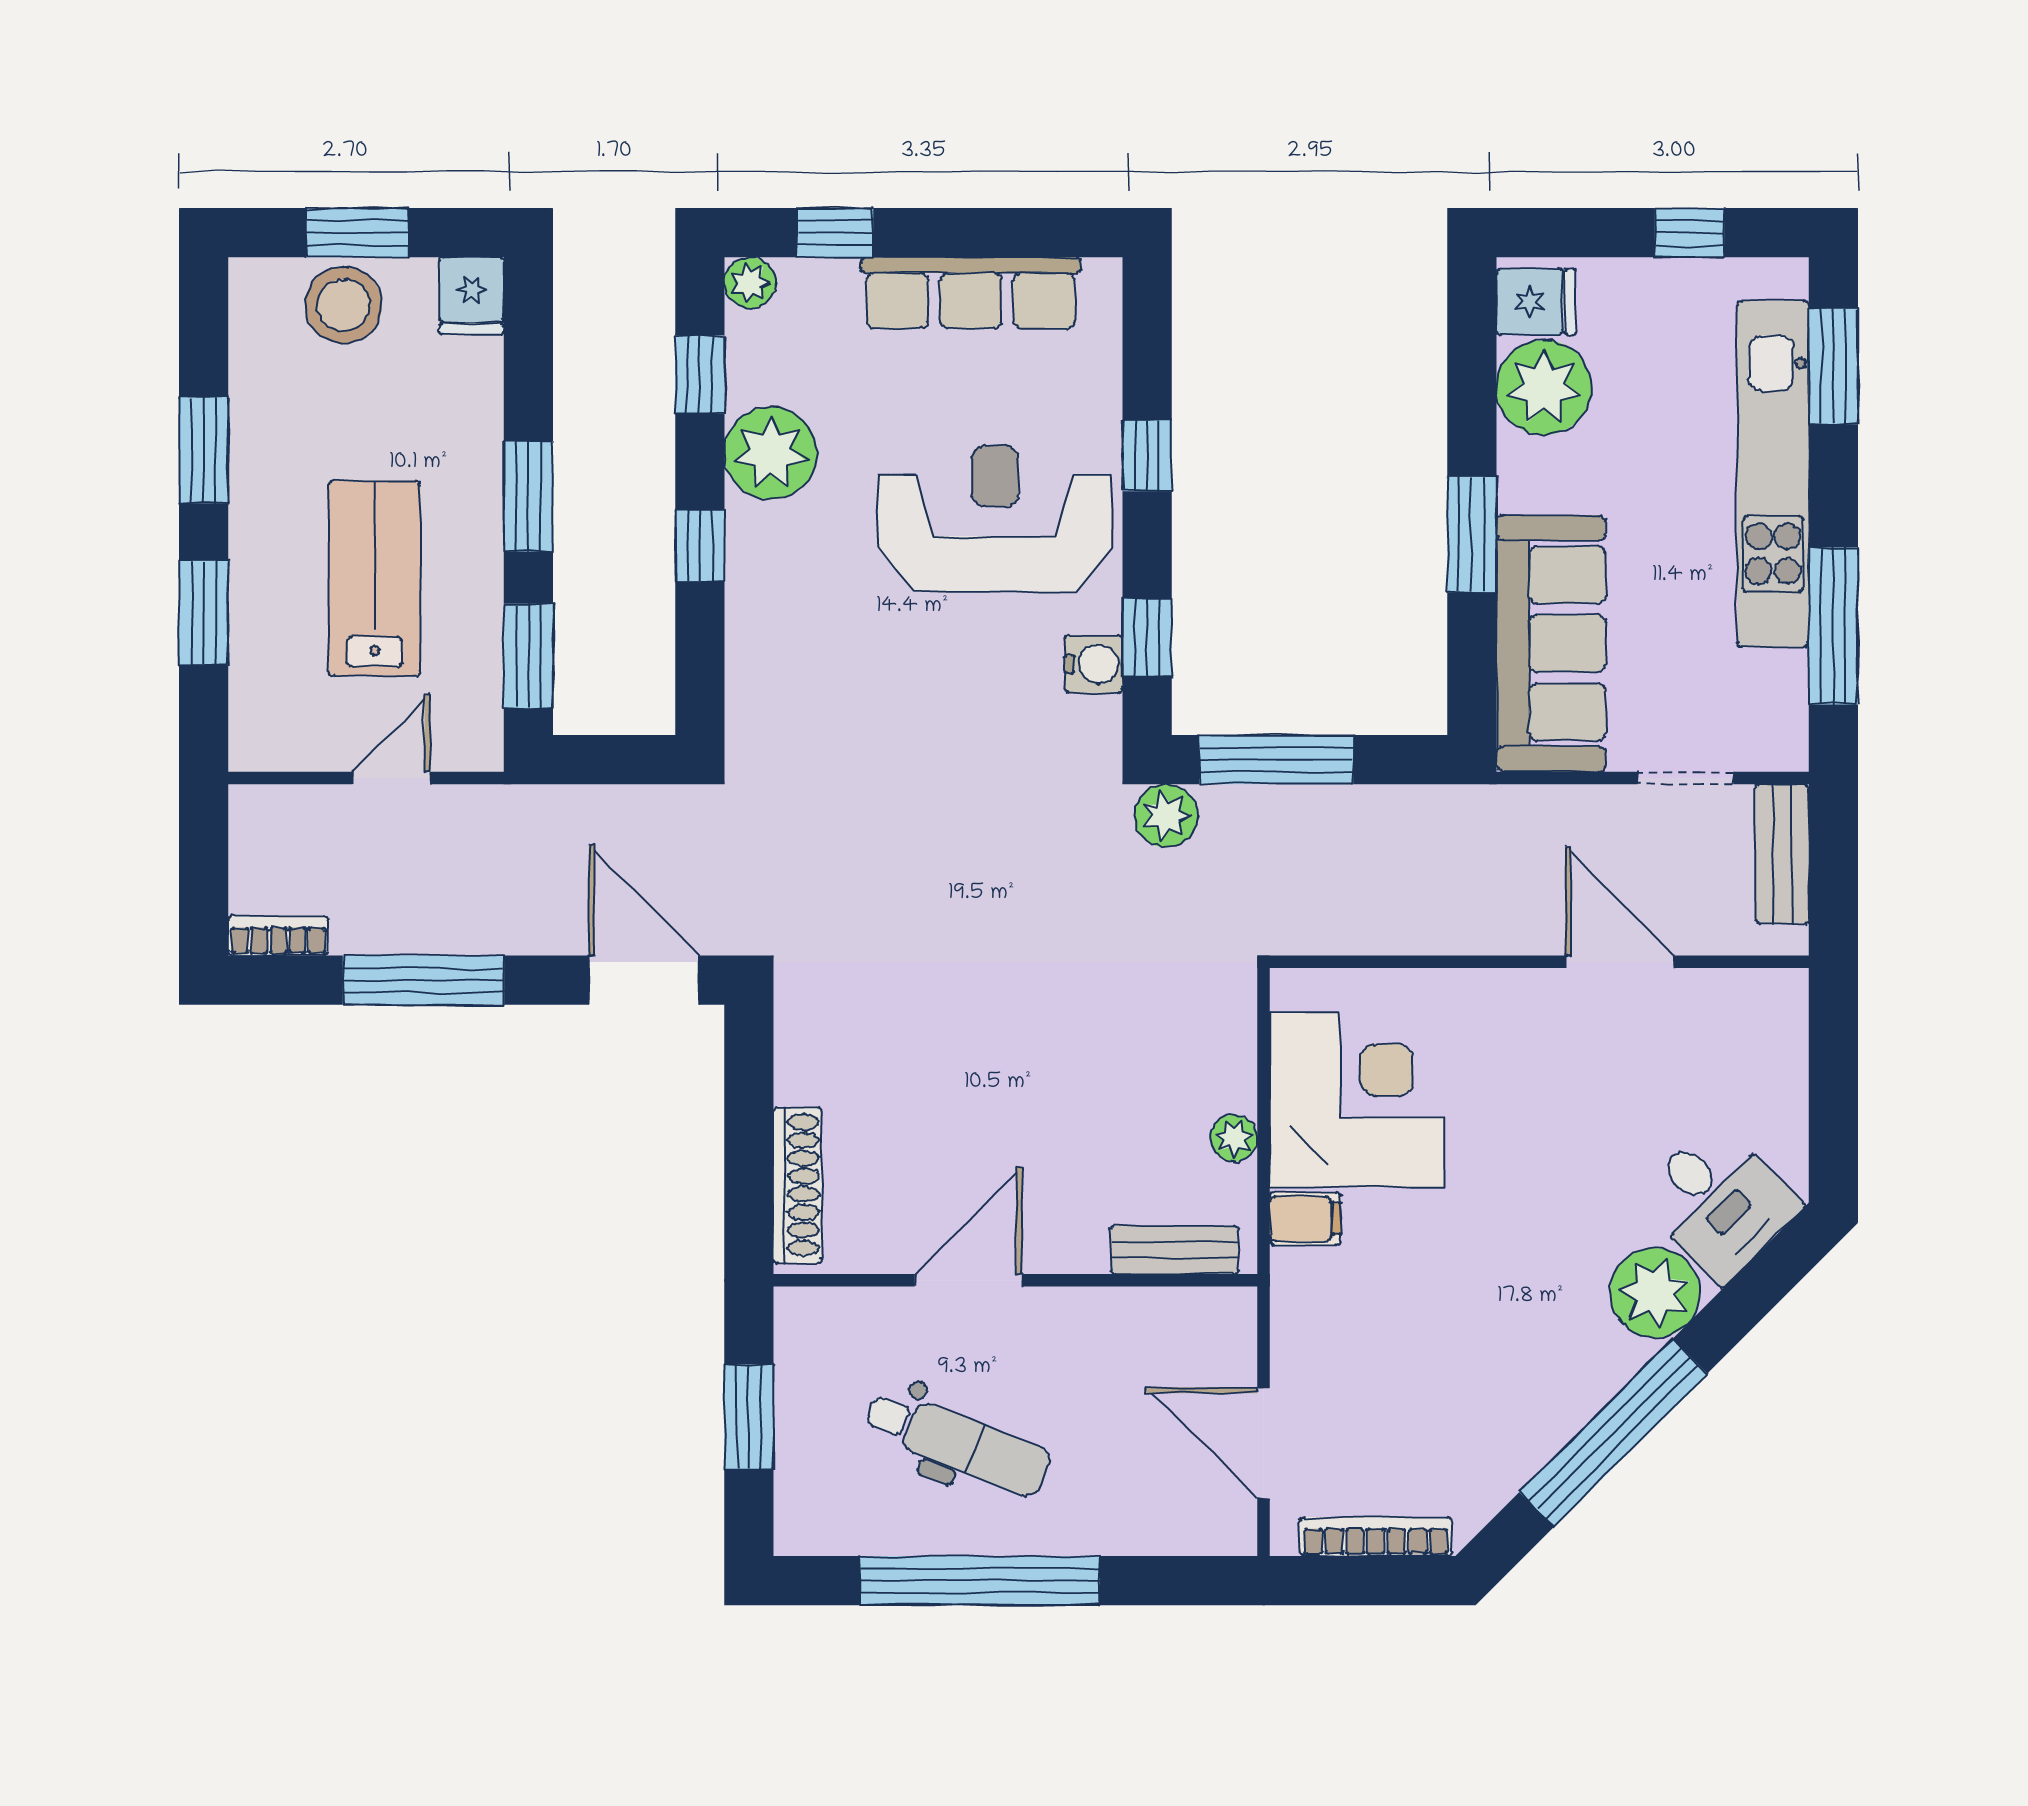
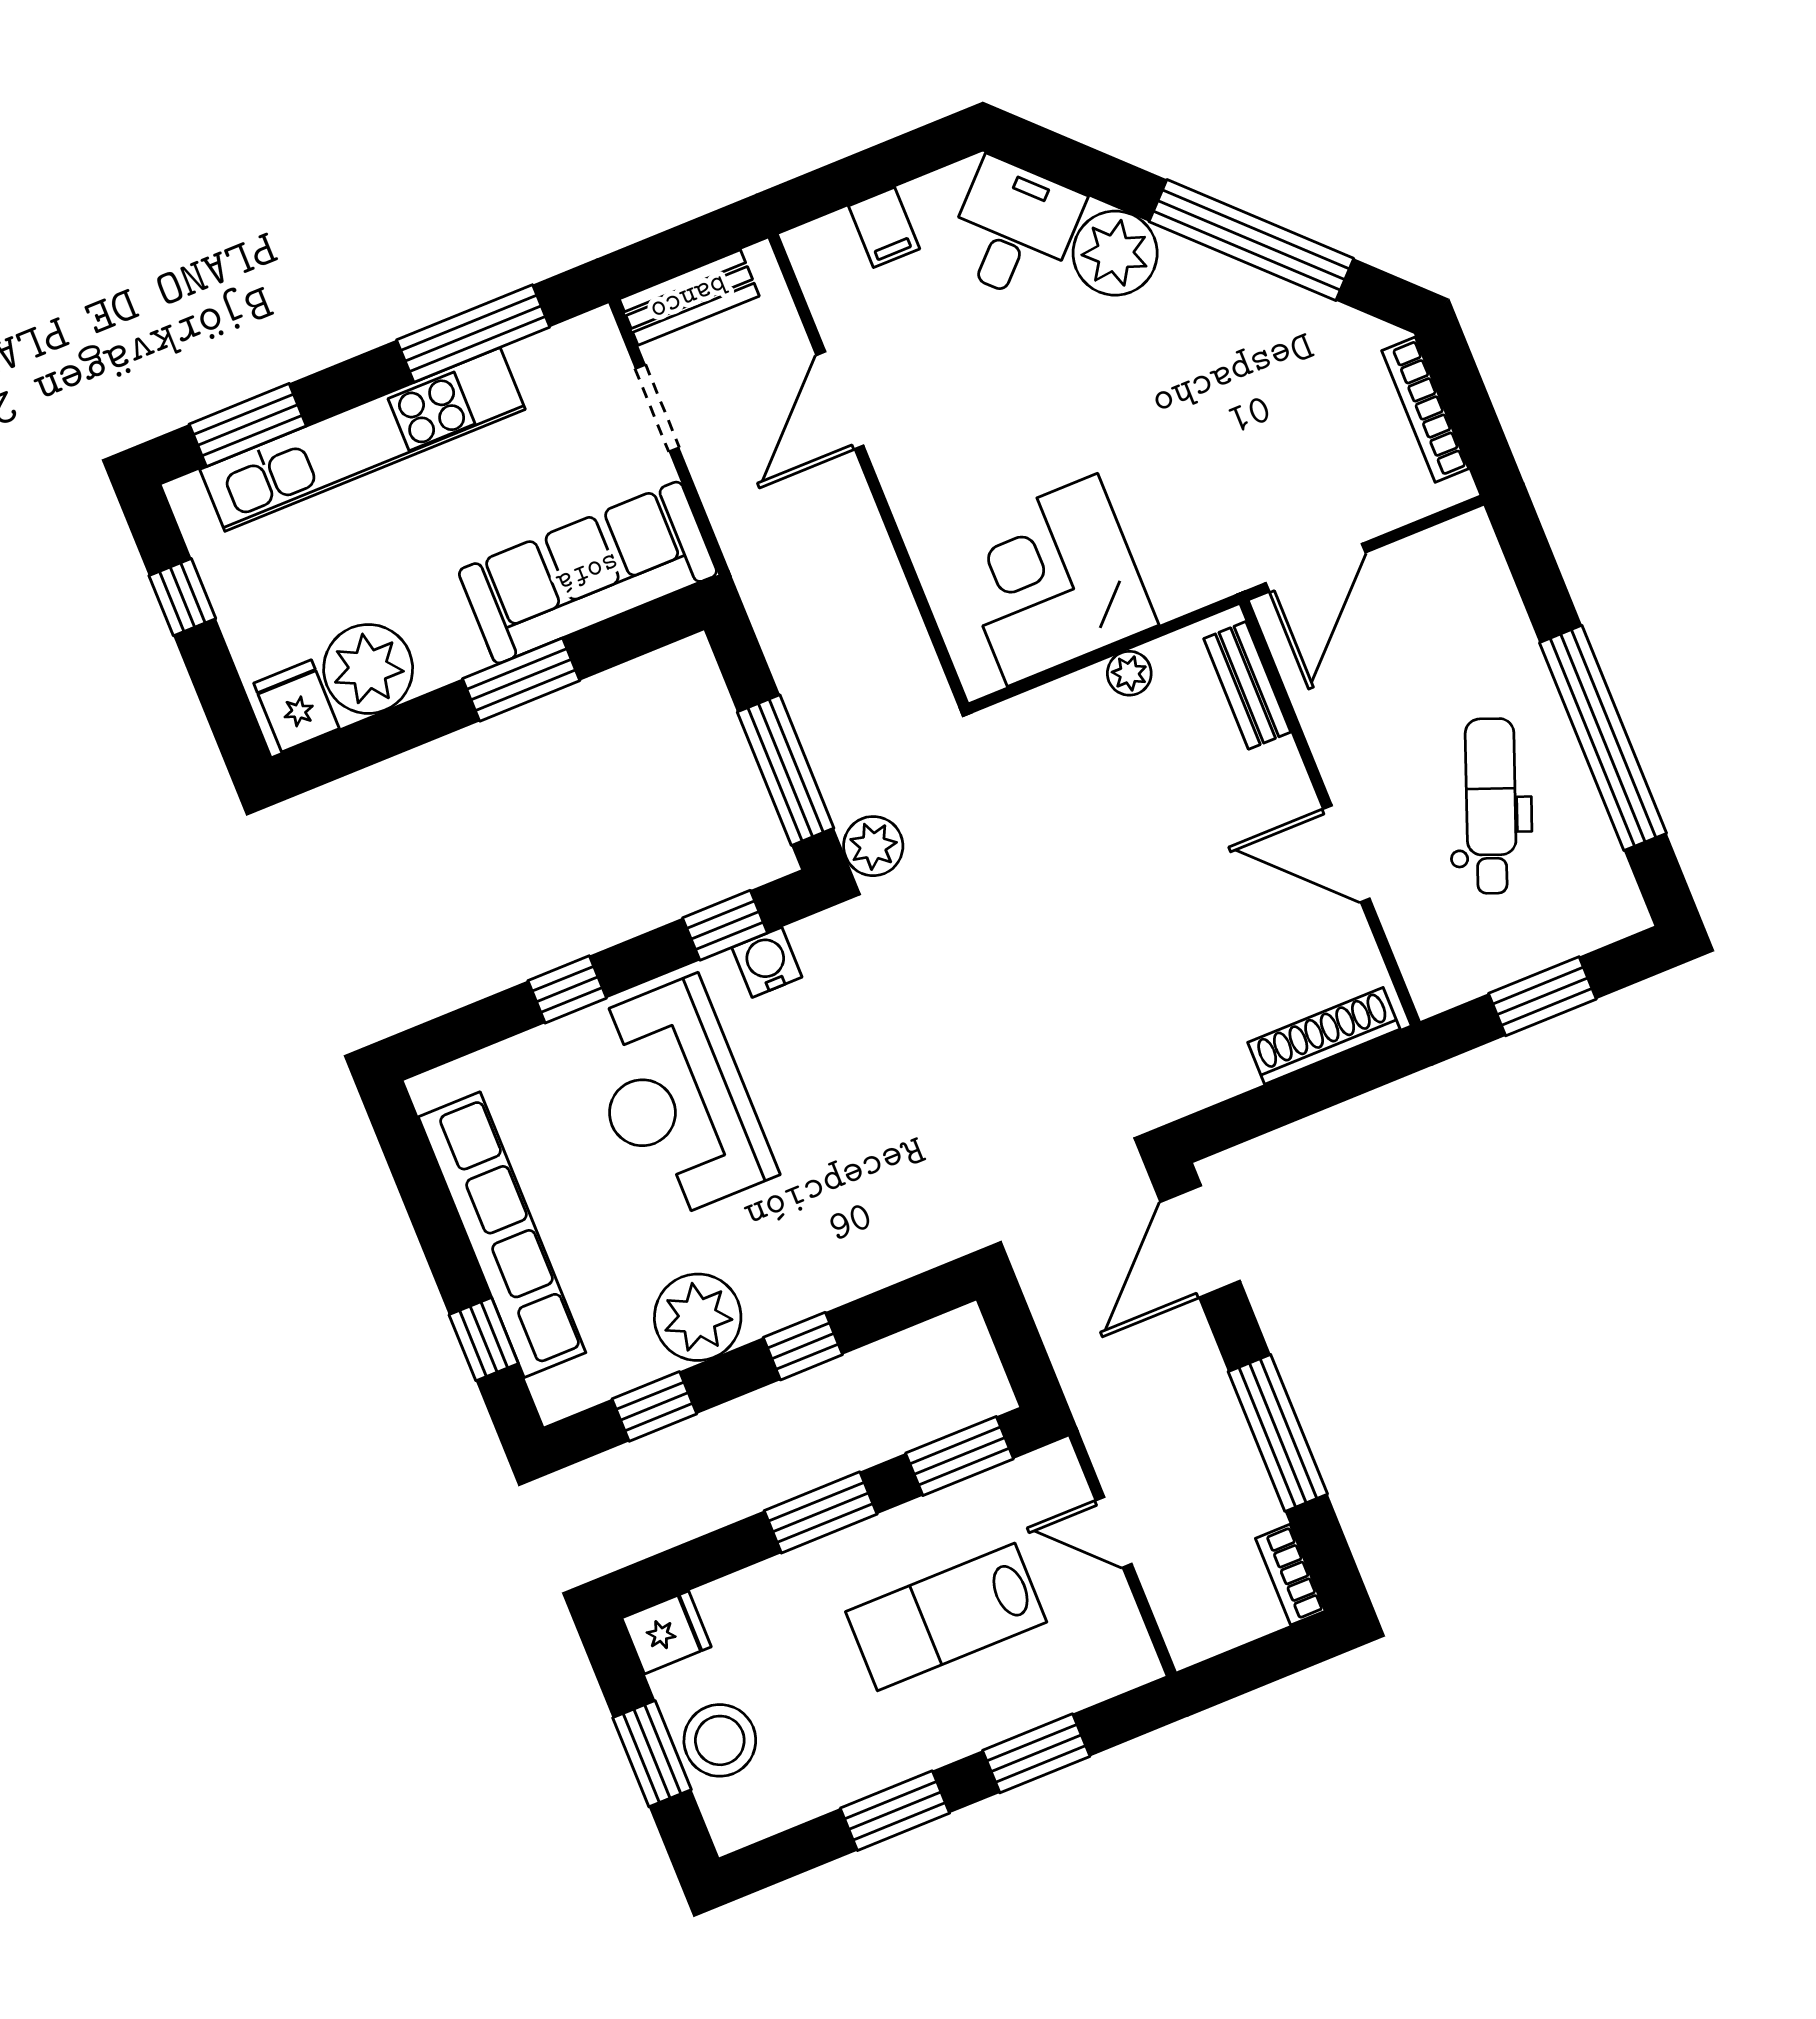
plant: (750, 283) -> (557, 1395), removed
row of seats: (971, 293) -> (502, 1235), width x1.36
filing cabinet: (1305, 1219) -> (884, 227), moved, turned 180
door: (1264, 1443) -> (1316, 568), moved

